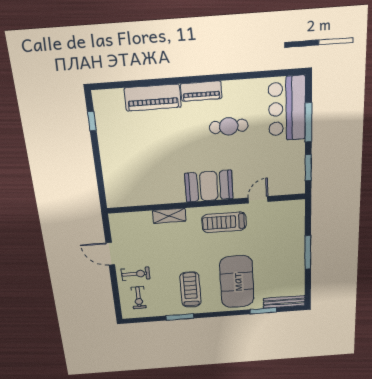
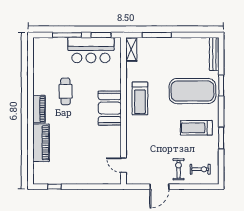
bar counter: (287, 109) -> (91, 50), moved
door: (258, 200) -> (124, 165), moved
shelving: (169, 216) -> (131, 49), moved
window: (308, 252) -> (157, 35), moved
window: (263, 311) -> (221, 86), moved

